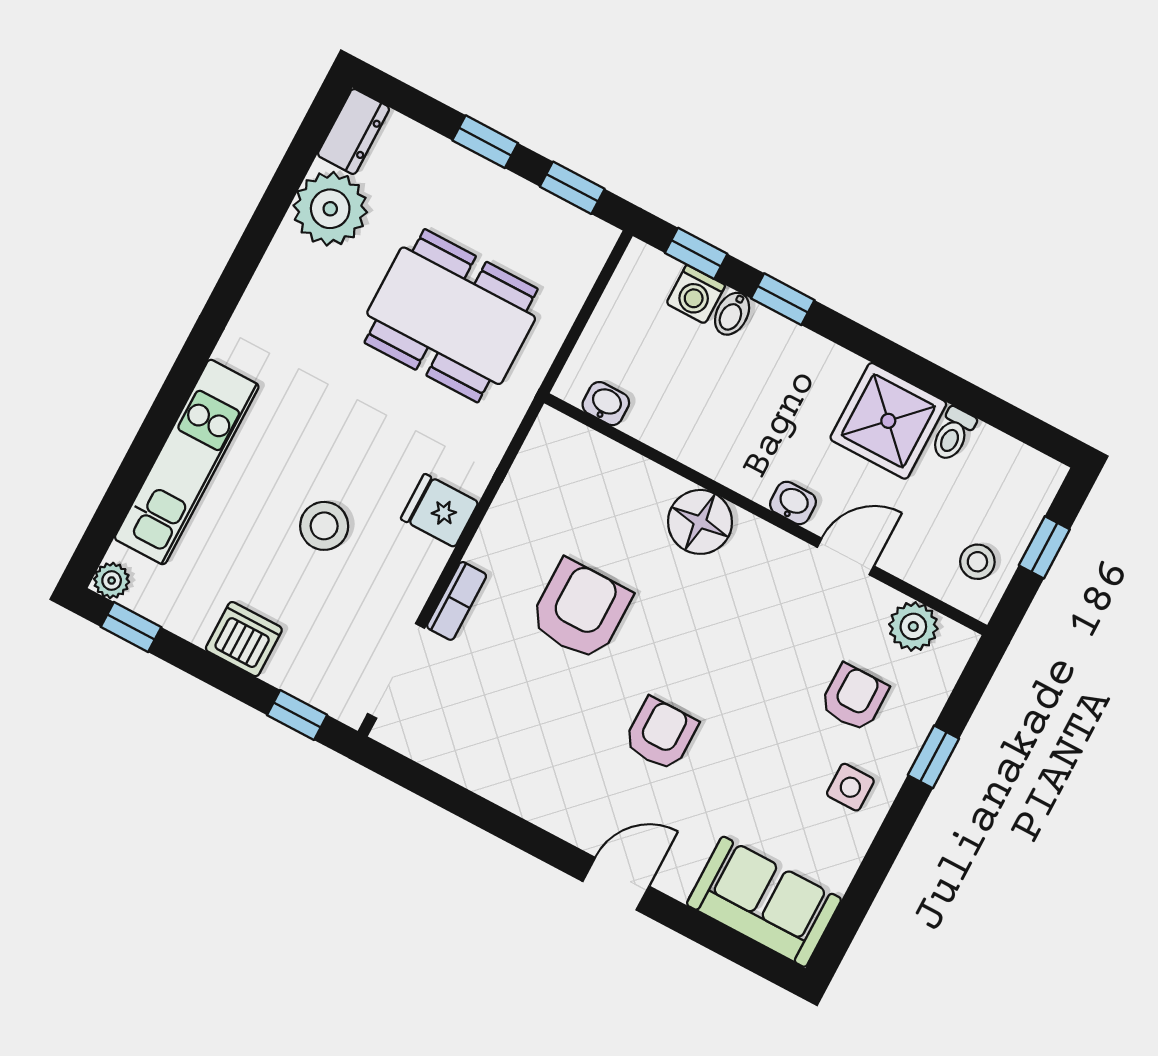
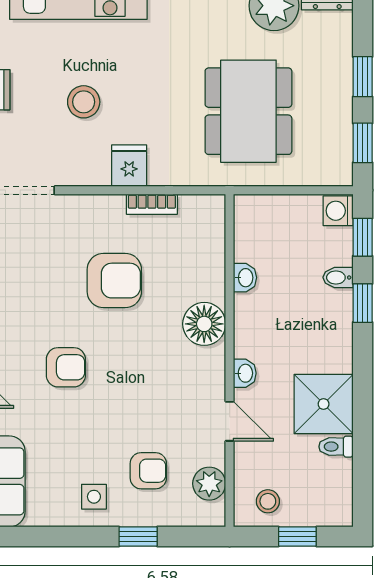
washing machine: (696, 294) -> (338, 211), moved
washbasin: (606, 404) -> (245, 278), moved
bookcase: (457, 601) -> (152, 204), moved

